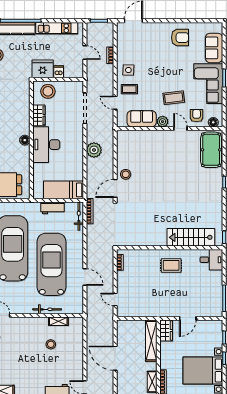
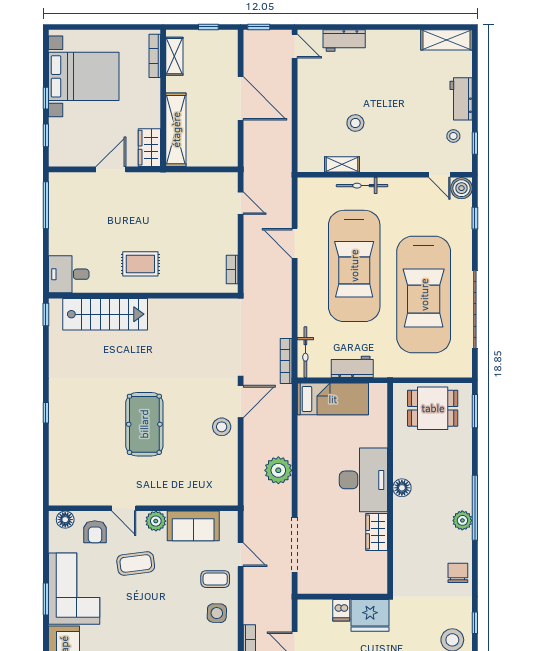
stool: (48, 91) -> (361, 575), removed
pool table: (211, 150) -> (144, 424), moved

